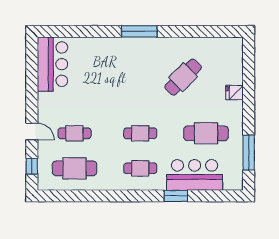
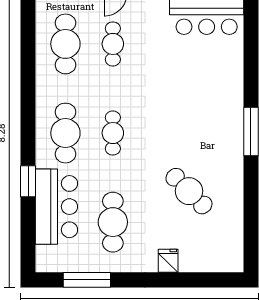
cafe table: (140, 168) -> (65, 133), width x1.37, depth x1.35

